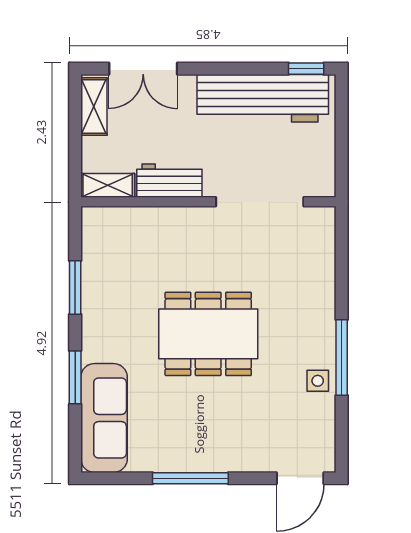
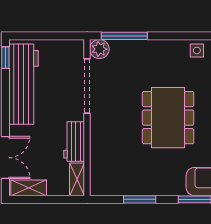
plant: (320, 222) -> (99, 49), added
window: (342, 358) -> (124, 36), moved

